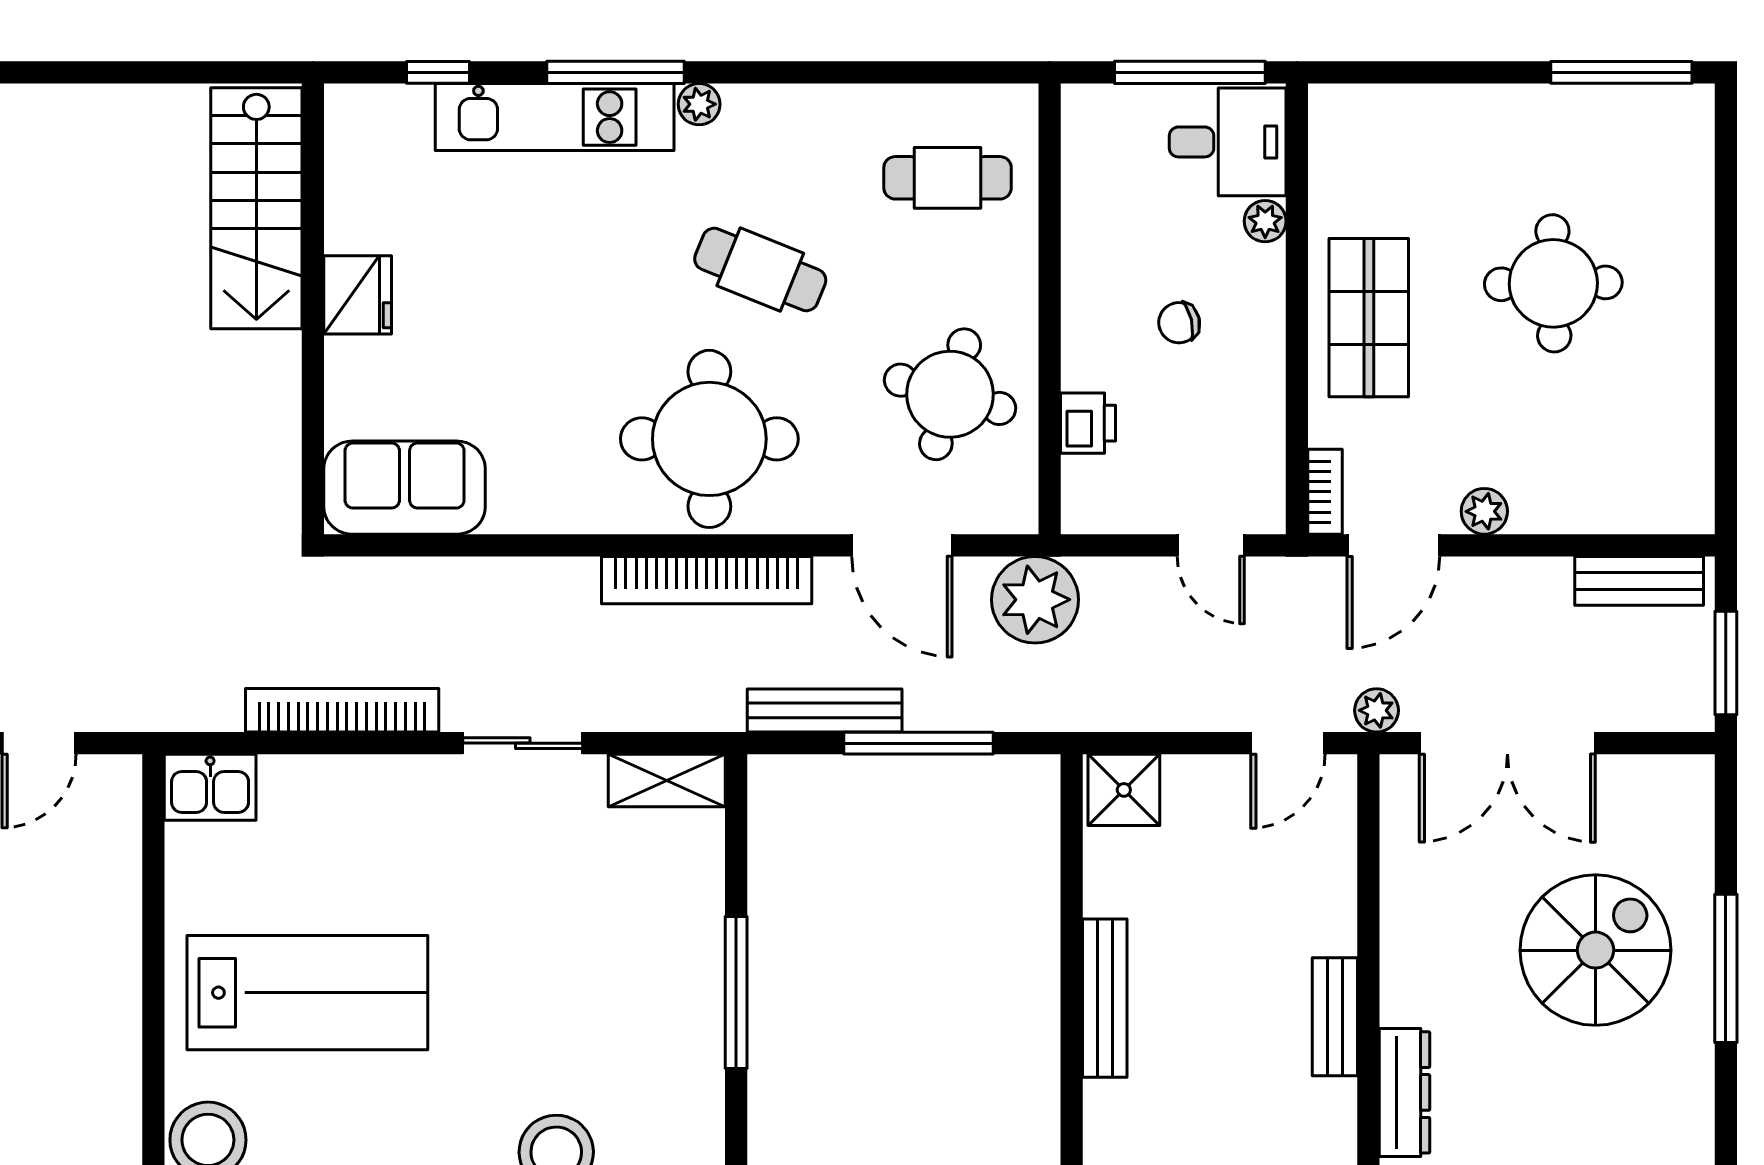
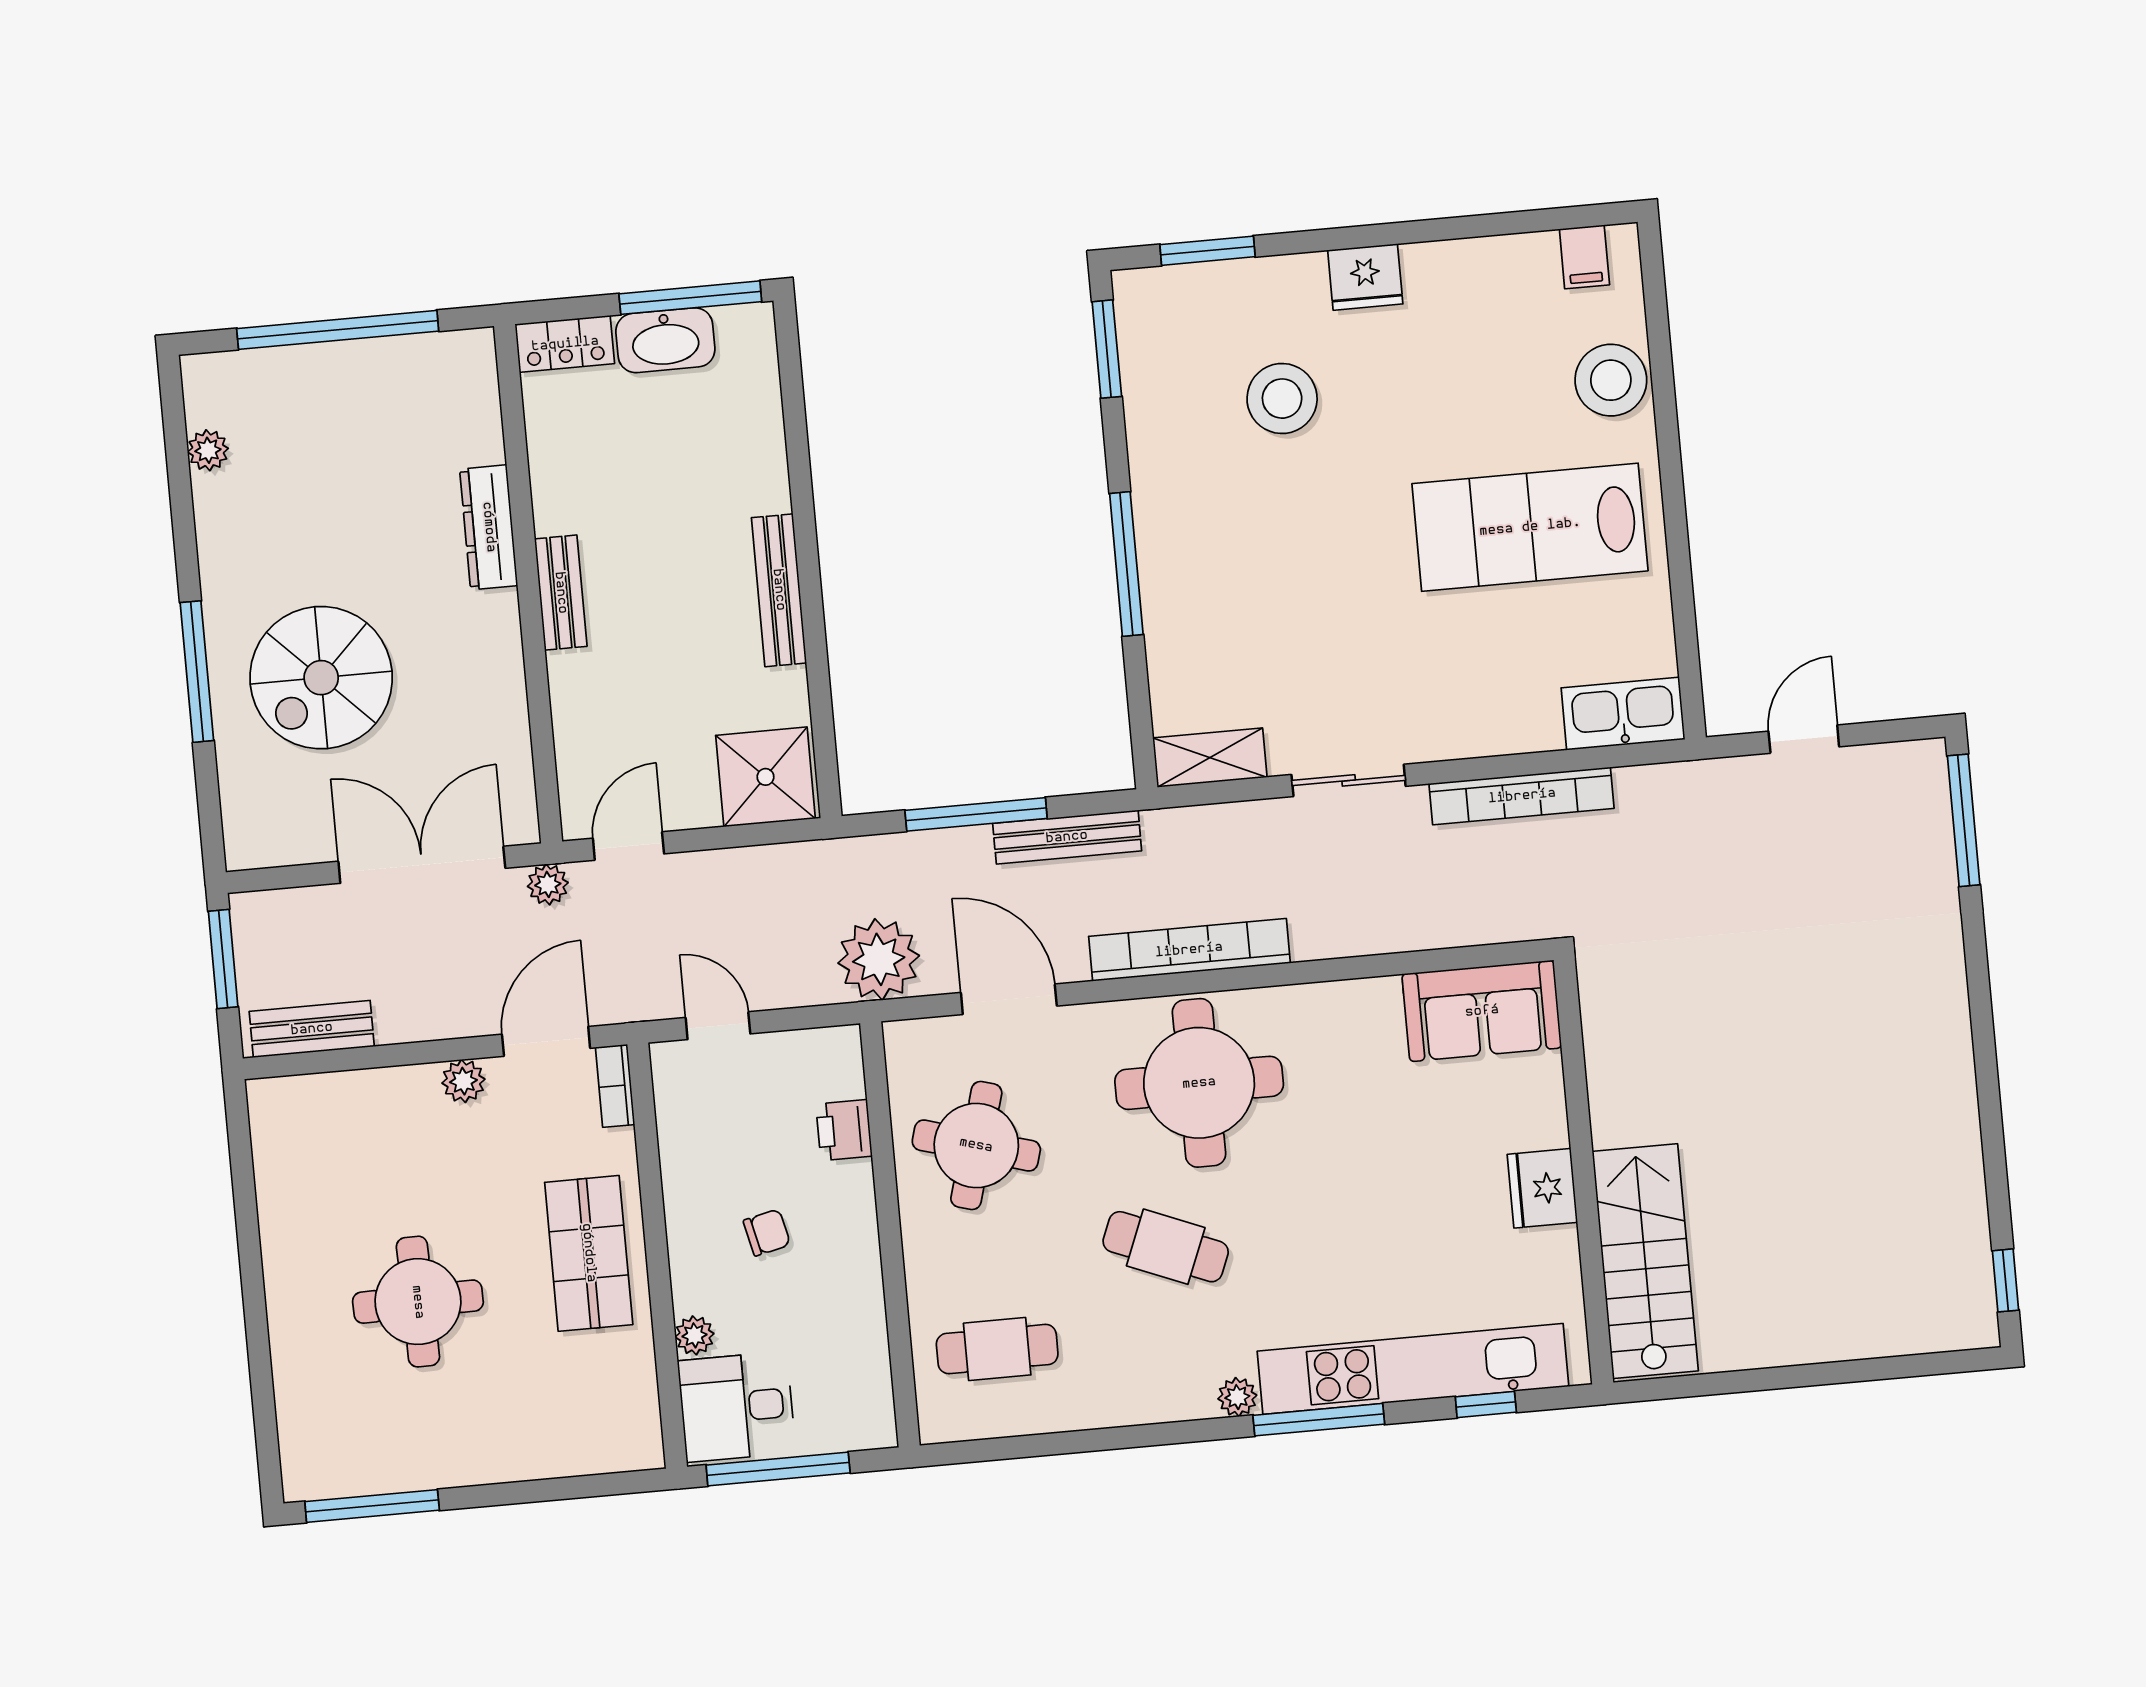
kitchen unit: (555, 117) -> (1413, 1369), width x1.36
kitchen sink: (210, 787) -> (1623, 714), width x1.38
shower: (1124, 790) -> (765, 777), width x1.36, depth x1.36

